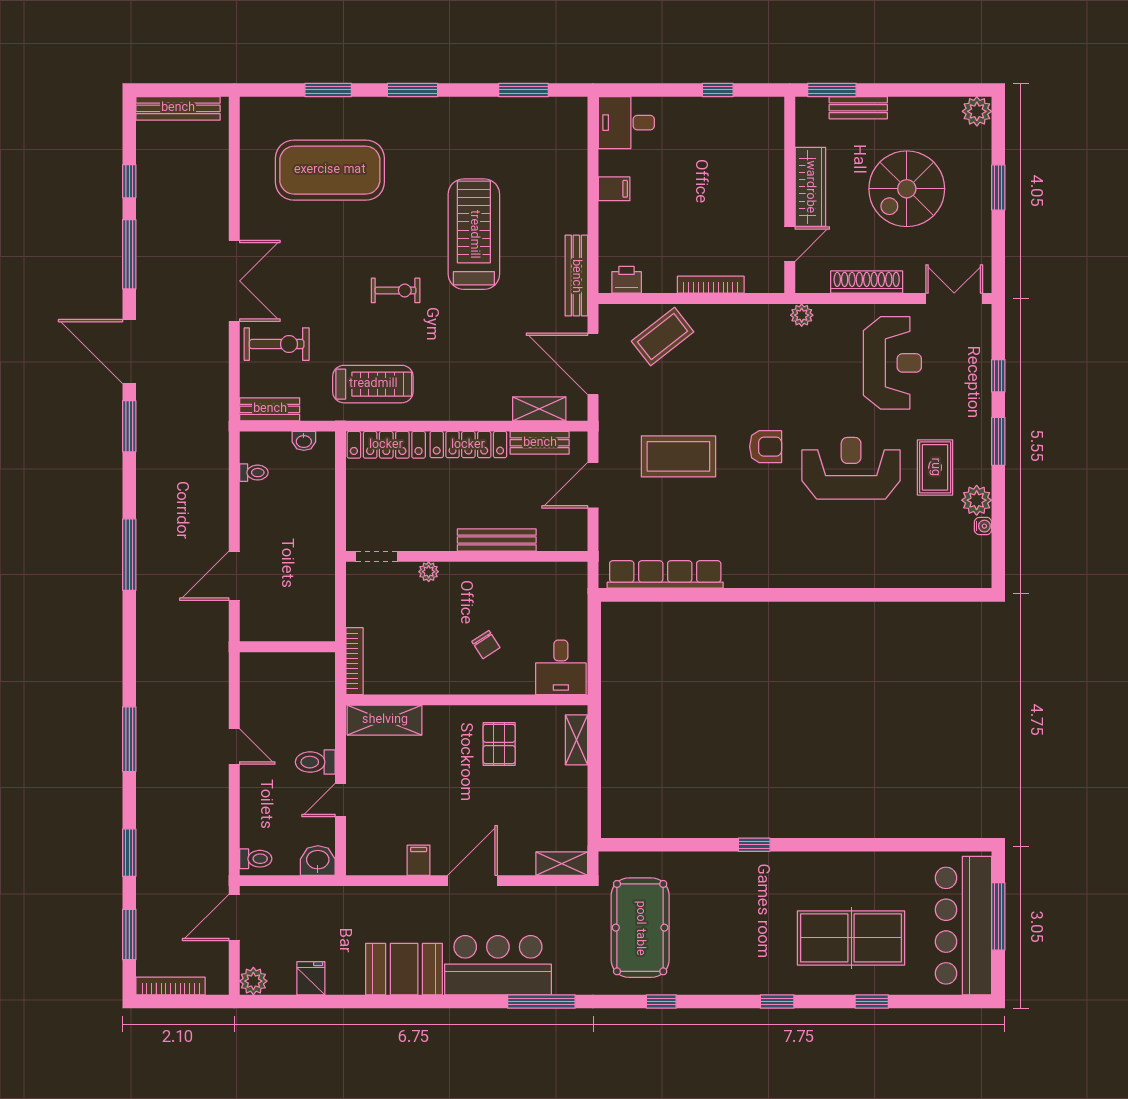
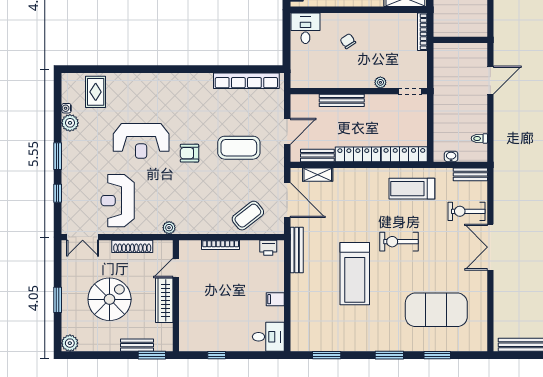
exercise bike: (396, 290) -> (399, 242), width x1.38, depth x1.39
rug: (935, 467) -> (96, 92), moved

